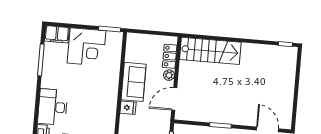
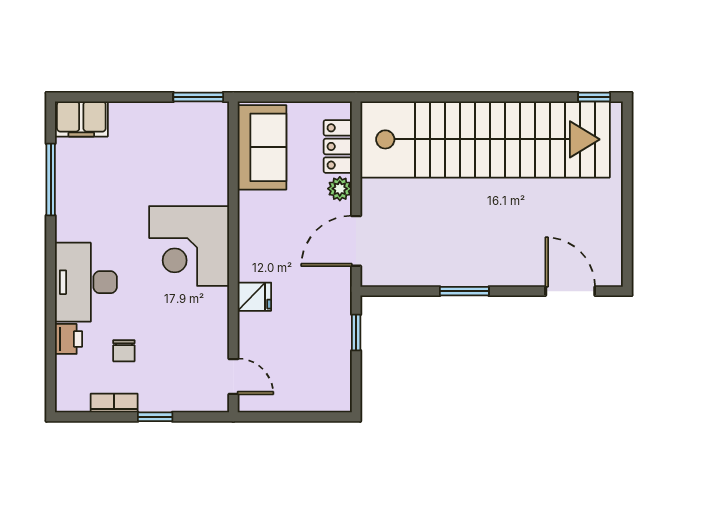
corner desk: (87, 47) -> (189, 246), moved, turned 90
stairs: (210, 51) -> (485, 139), width x1.86, depth x1.51
sofa: (134, 82) -> (262, 147), moved
fridge: (128, 108) -> (254, 297), moved

